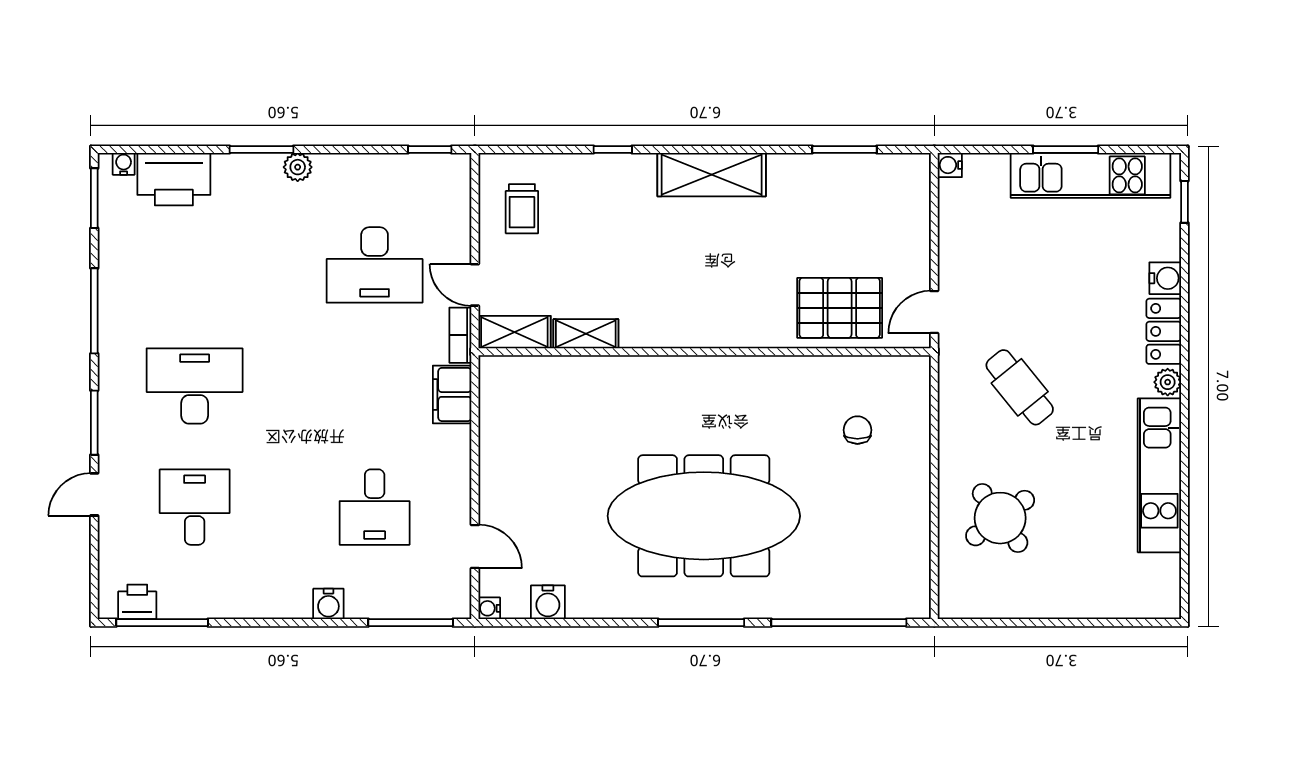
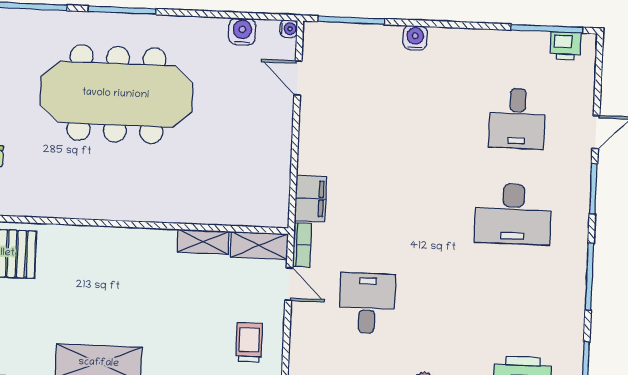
desk: (375, 265) -> (367, 303), width x0.73
desk: (375, 507) -> (376, 112), removed

